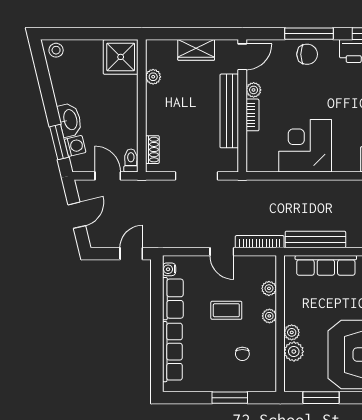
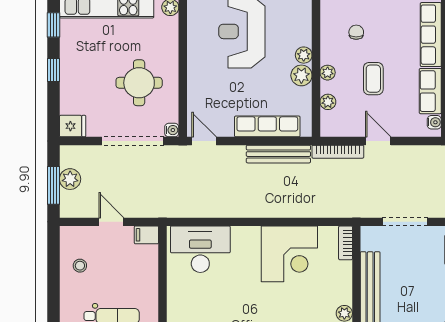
bookcase: (252, 115) -> (346, 243), moved
coffee table: (226, 310) -> (373, 79), turned 90
plant: (294, 352) -> (301, 75), moved

